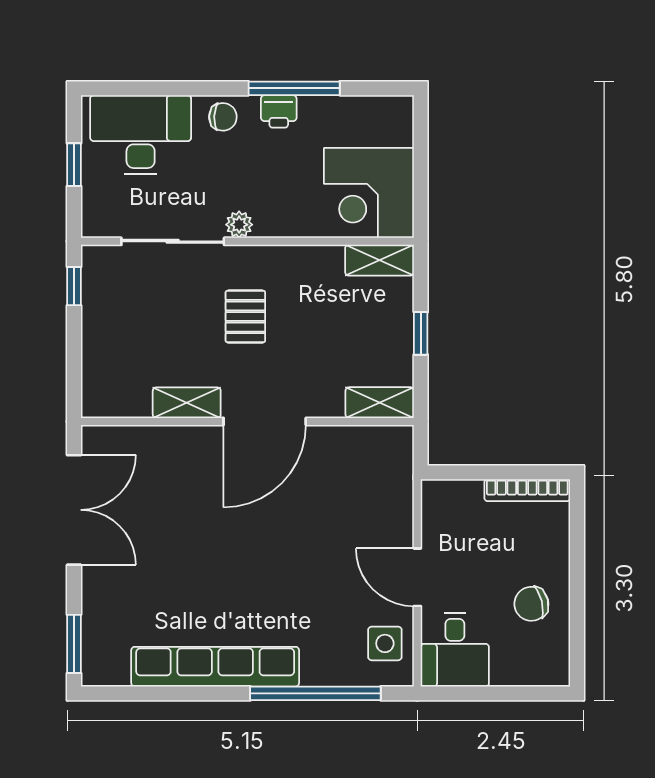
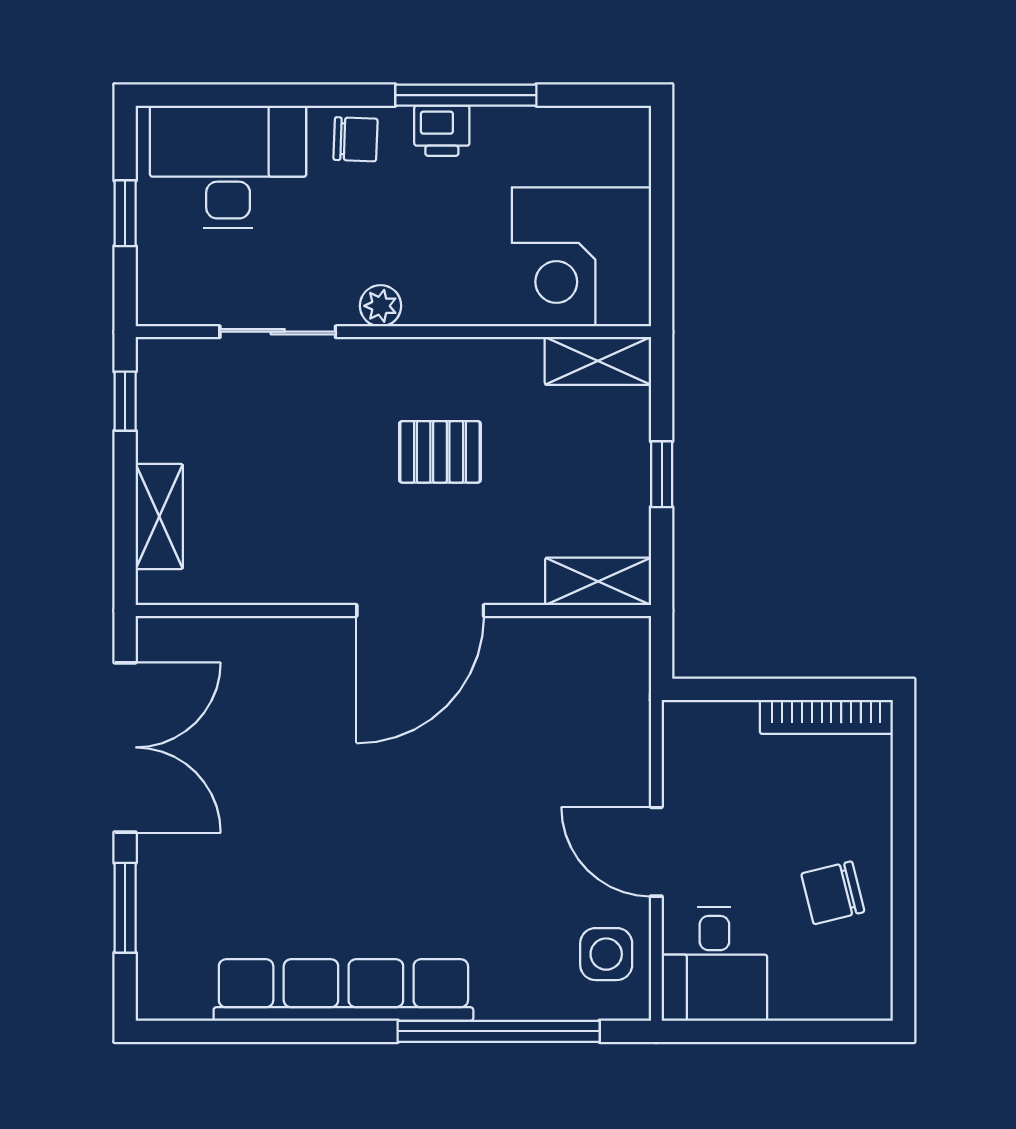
sliding door: (173, 241) -> (278, 332), width x0.73
pallet: (245, 317) -> (440, 452), moved, turned 90
shelving: (187, 403) -> (159, 516), moved, turned 90
window: (74, 644) -> (125, 908), moved

